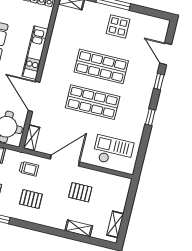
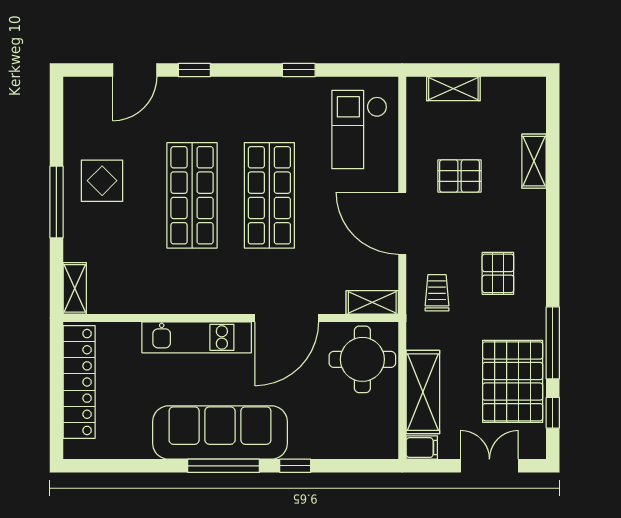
window: (150, 117) -> (299, 70), moved
pallet: (80, 192) -> (460, 176), turned 90
shelving: (115, 224) -> (453, 89), moved

